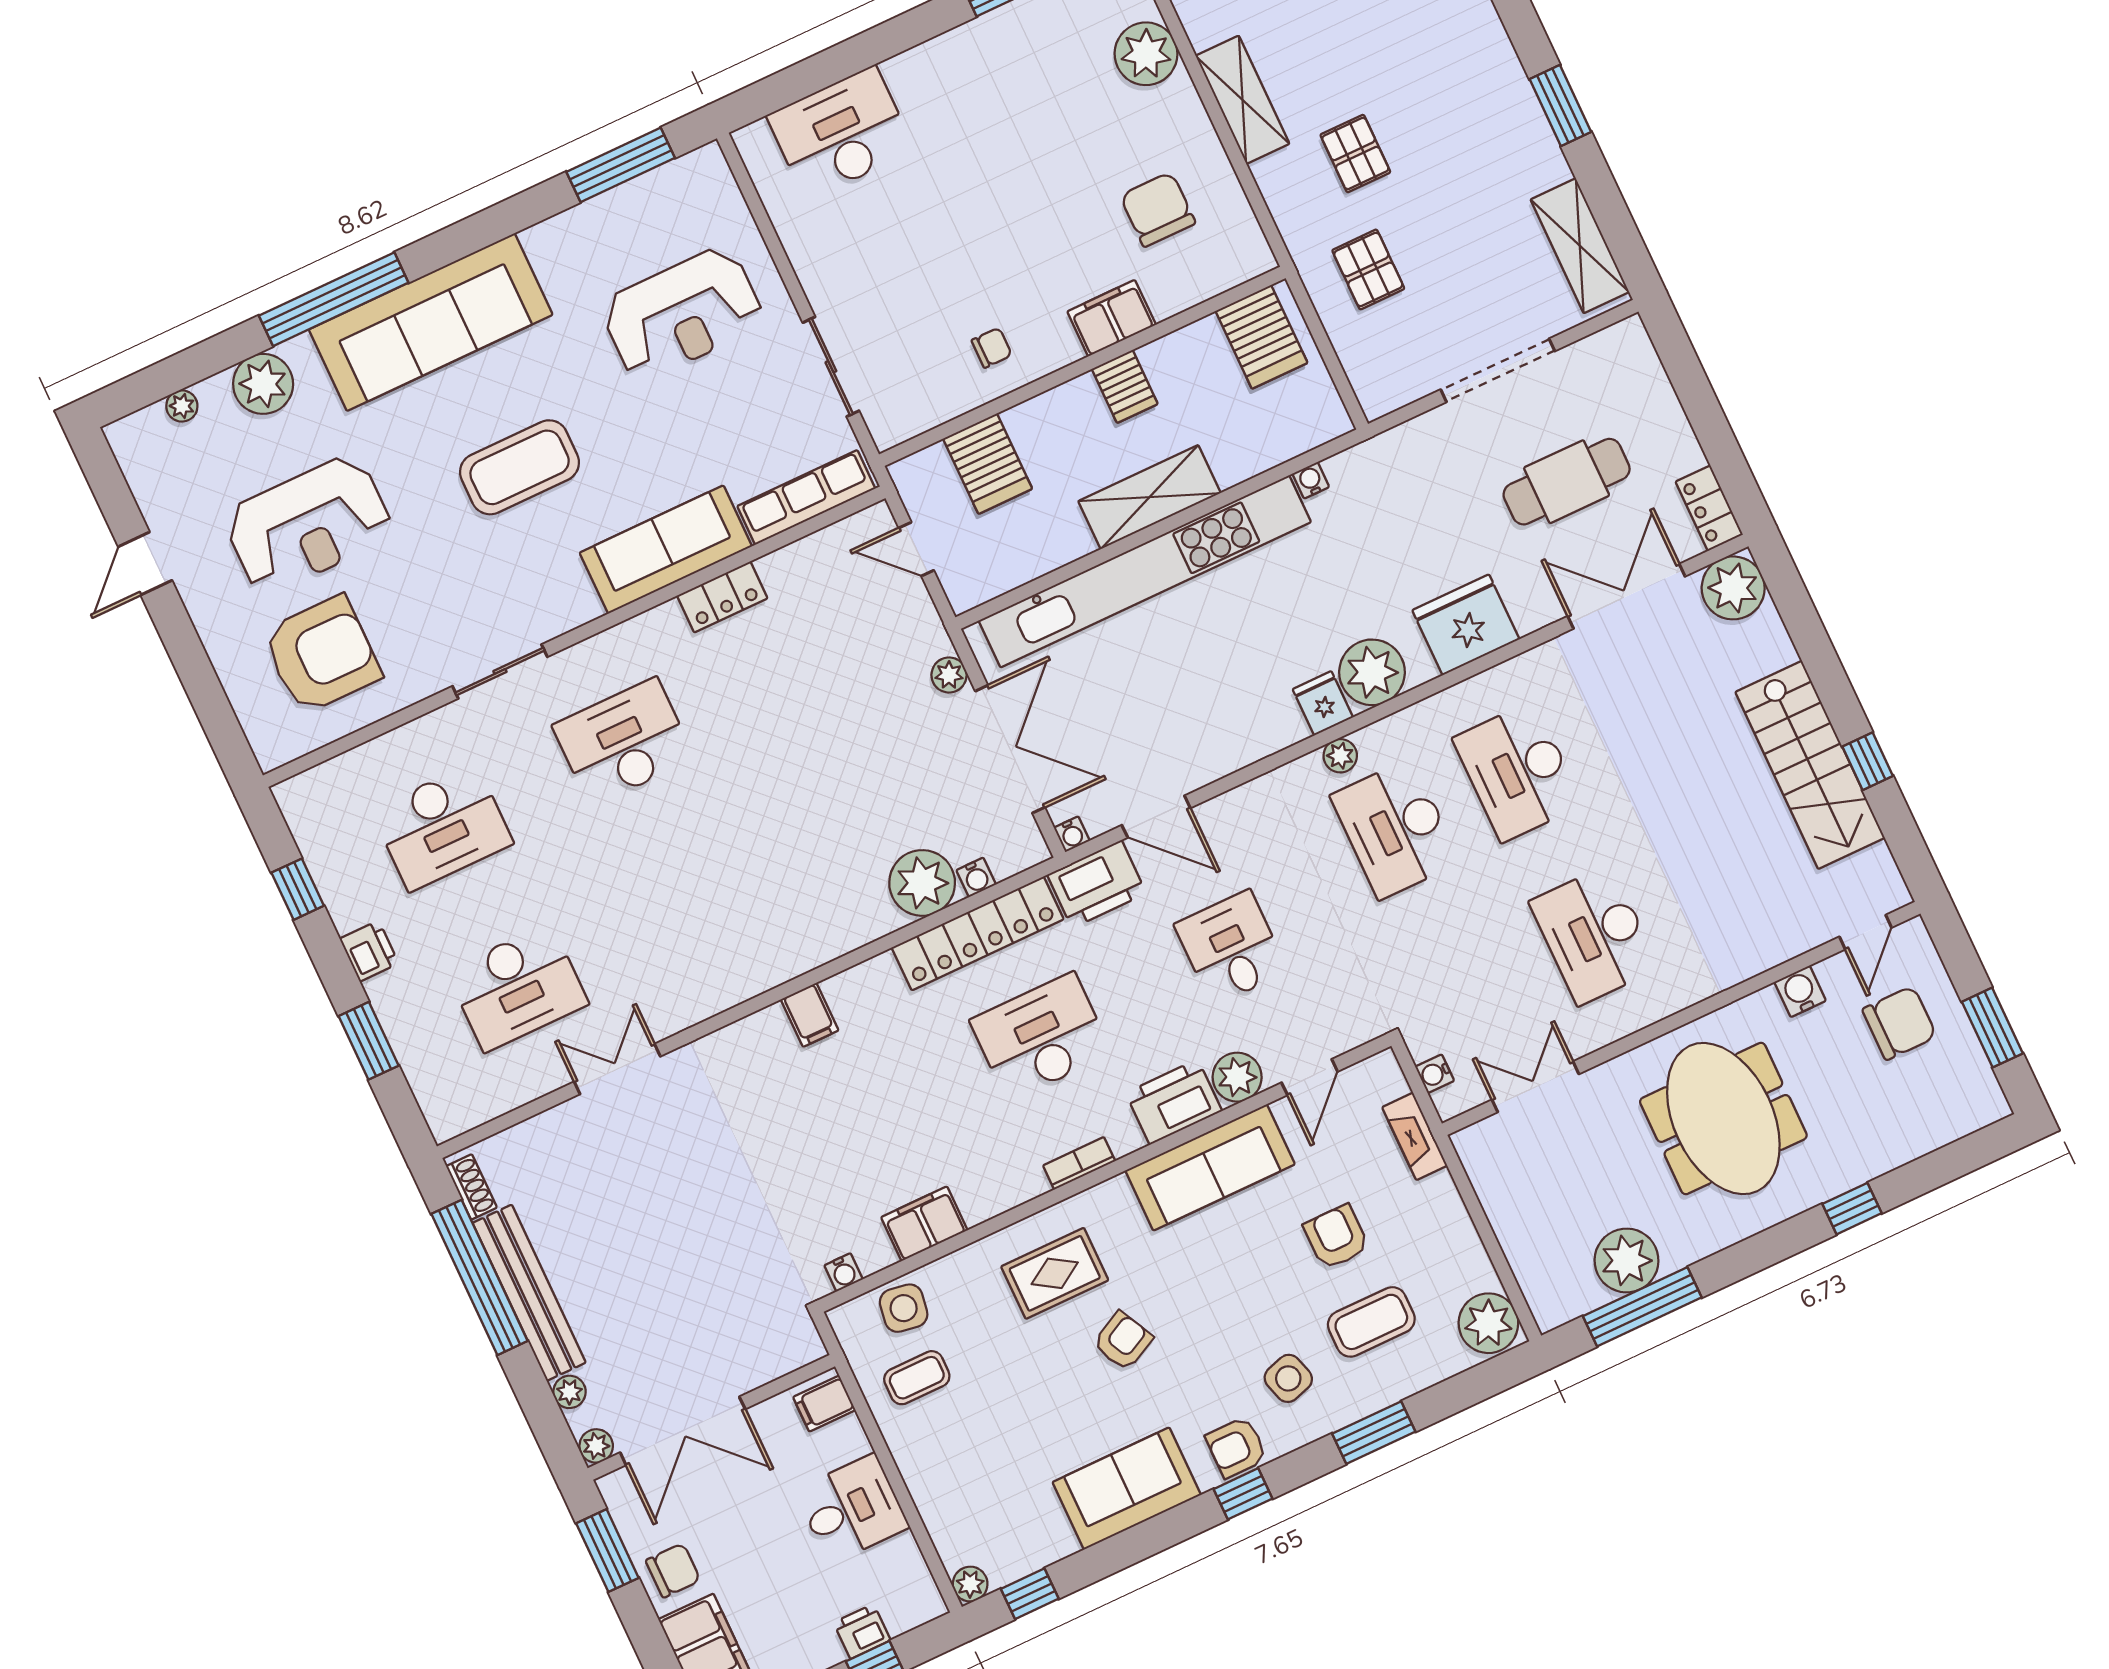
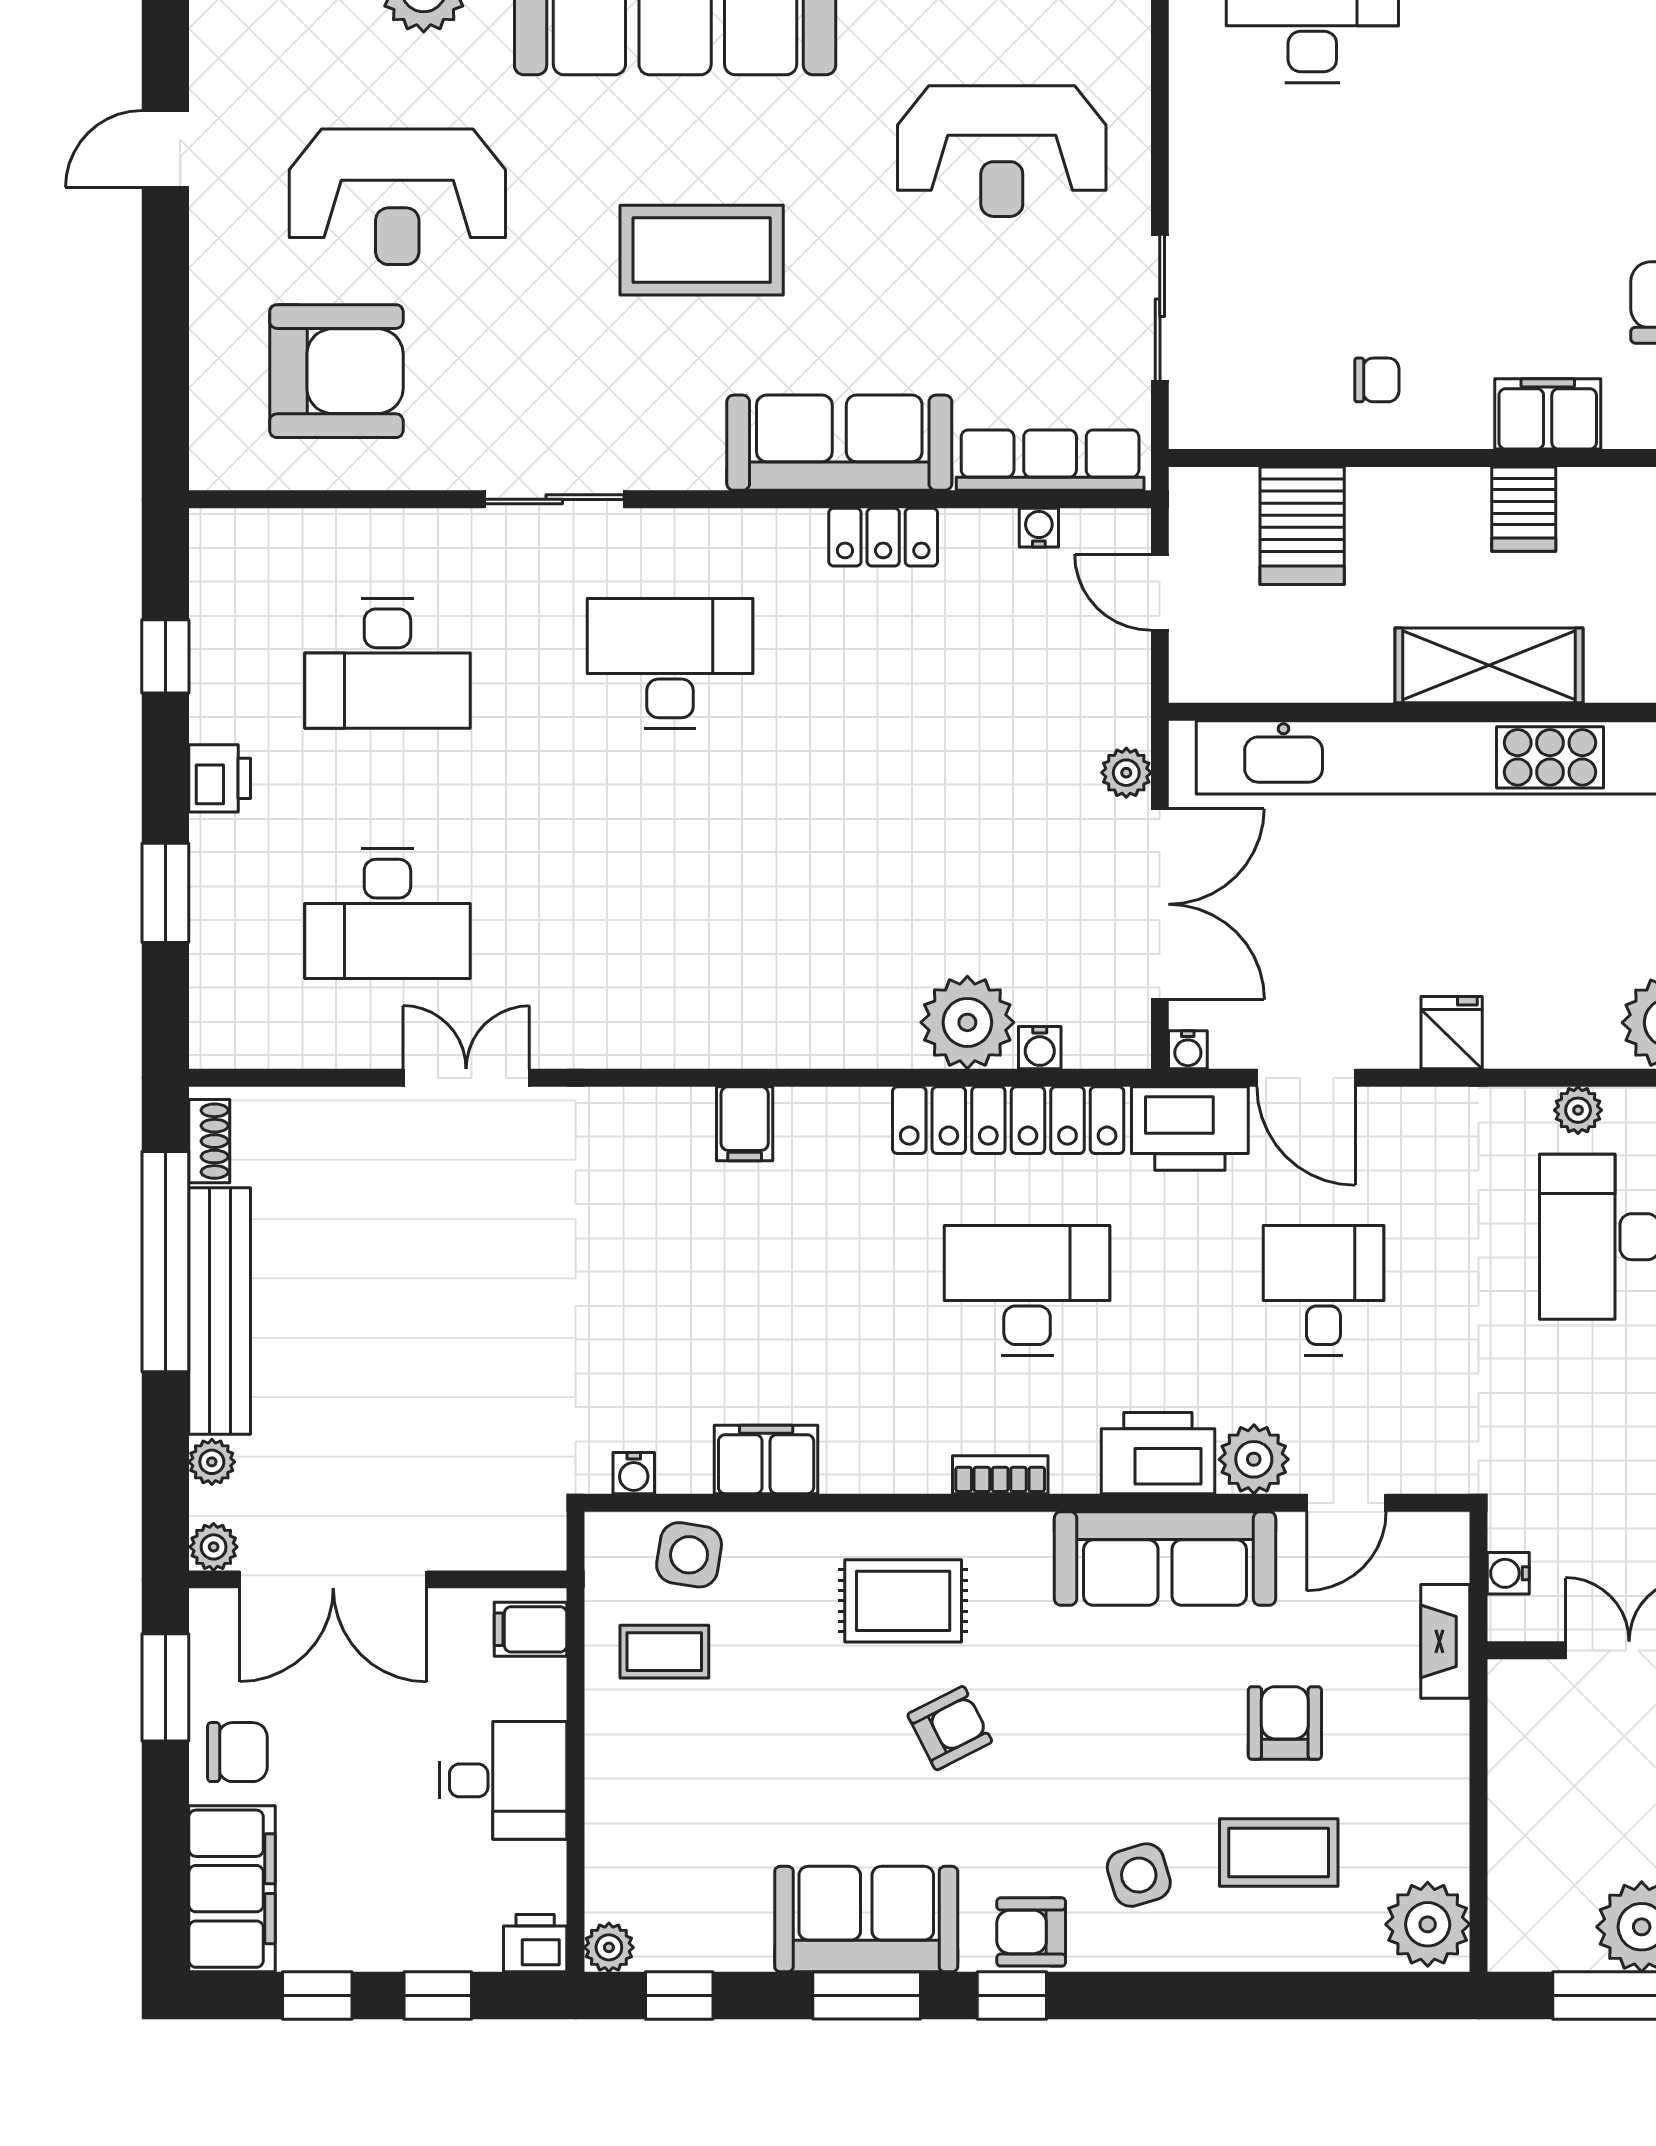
water cooler: (819, 544) -> (1039, 528), added
fridge: (1323, 703) -> (1452, 1033), moved
window: (1374, 1433) -> (867, 1995), moved
printer: (862, 1631) -> (535, 1943), moved

